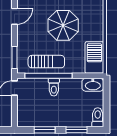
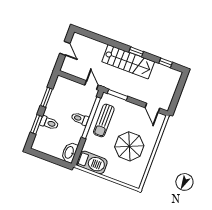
toilet: (98, 117) -> (49, 123), moved

